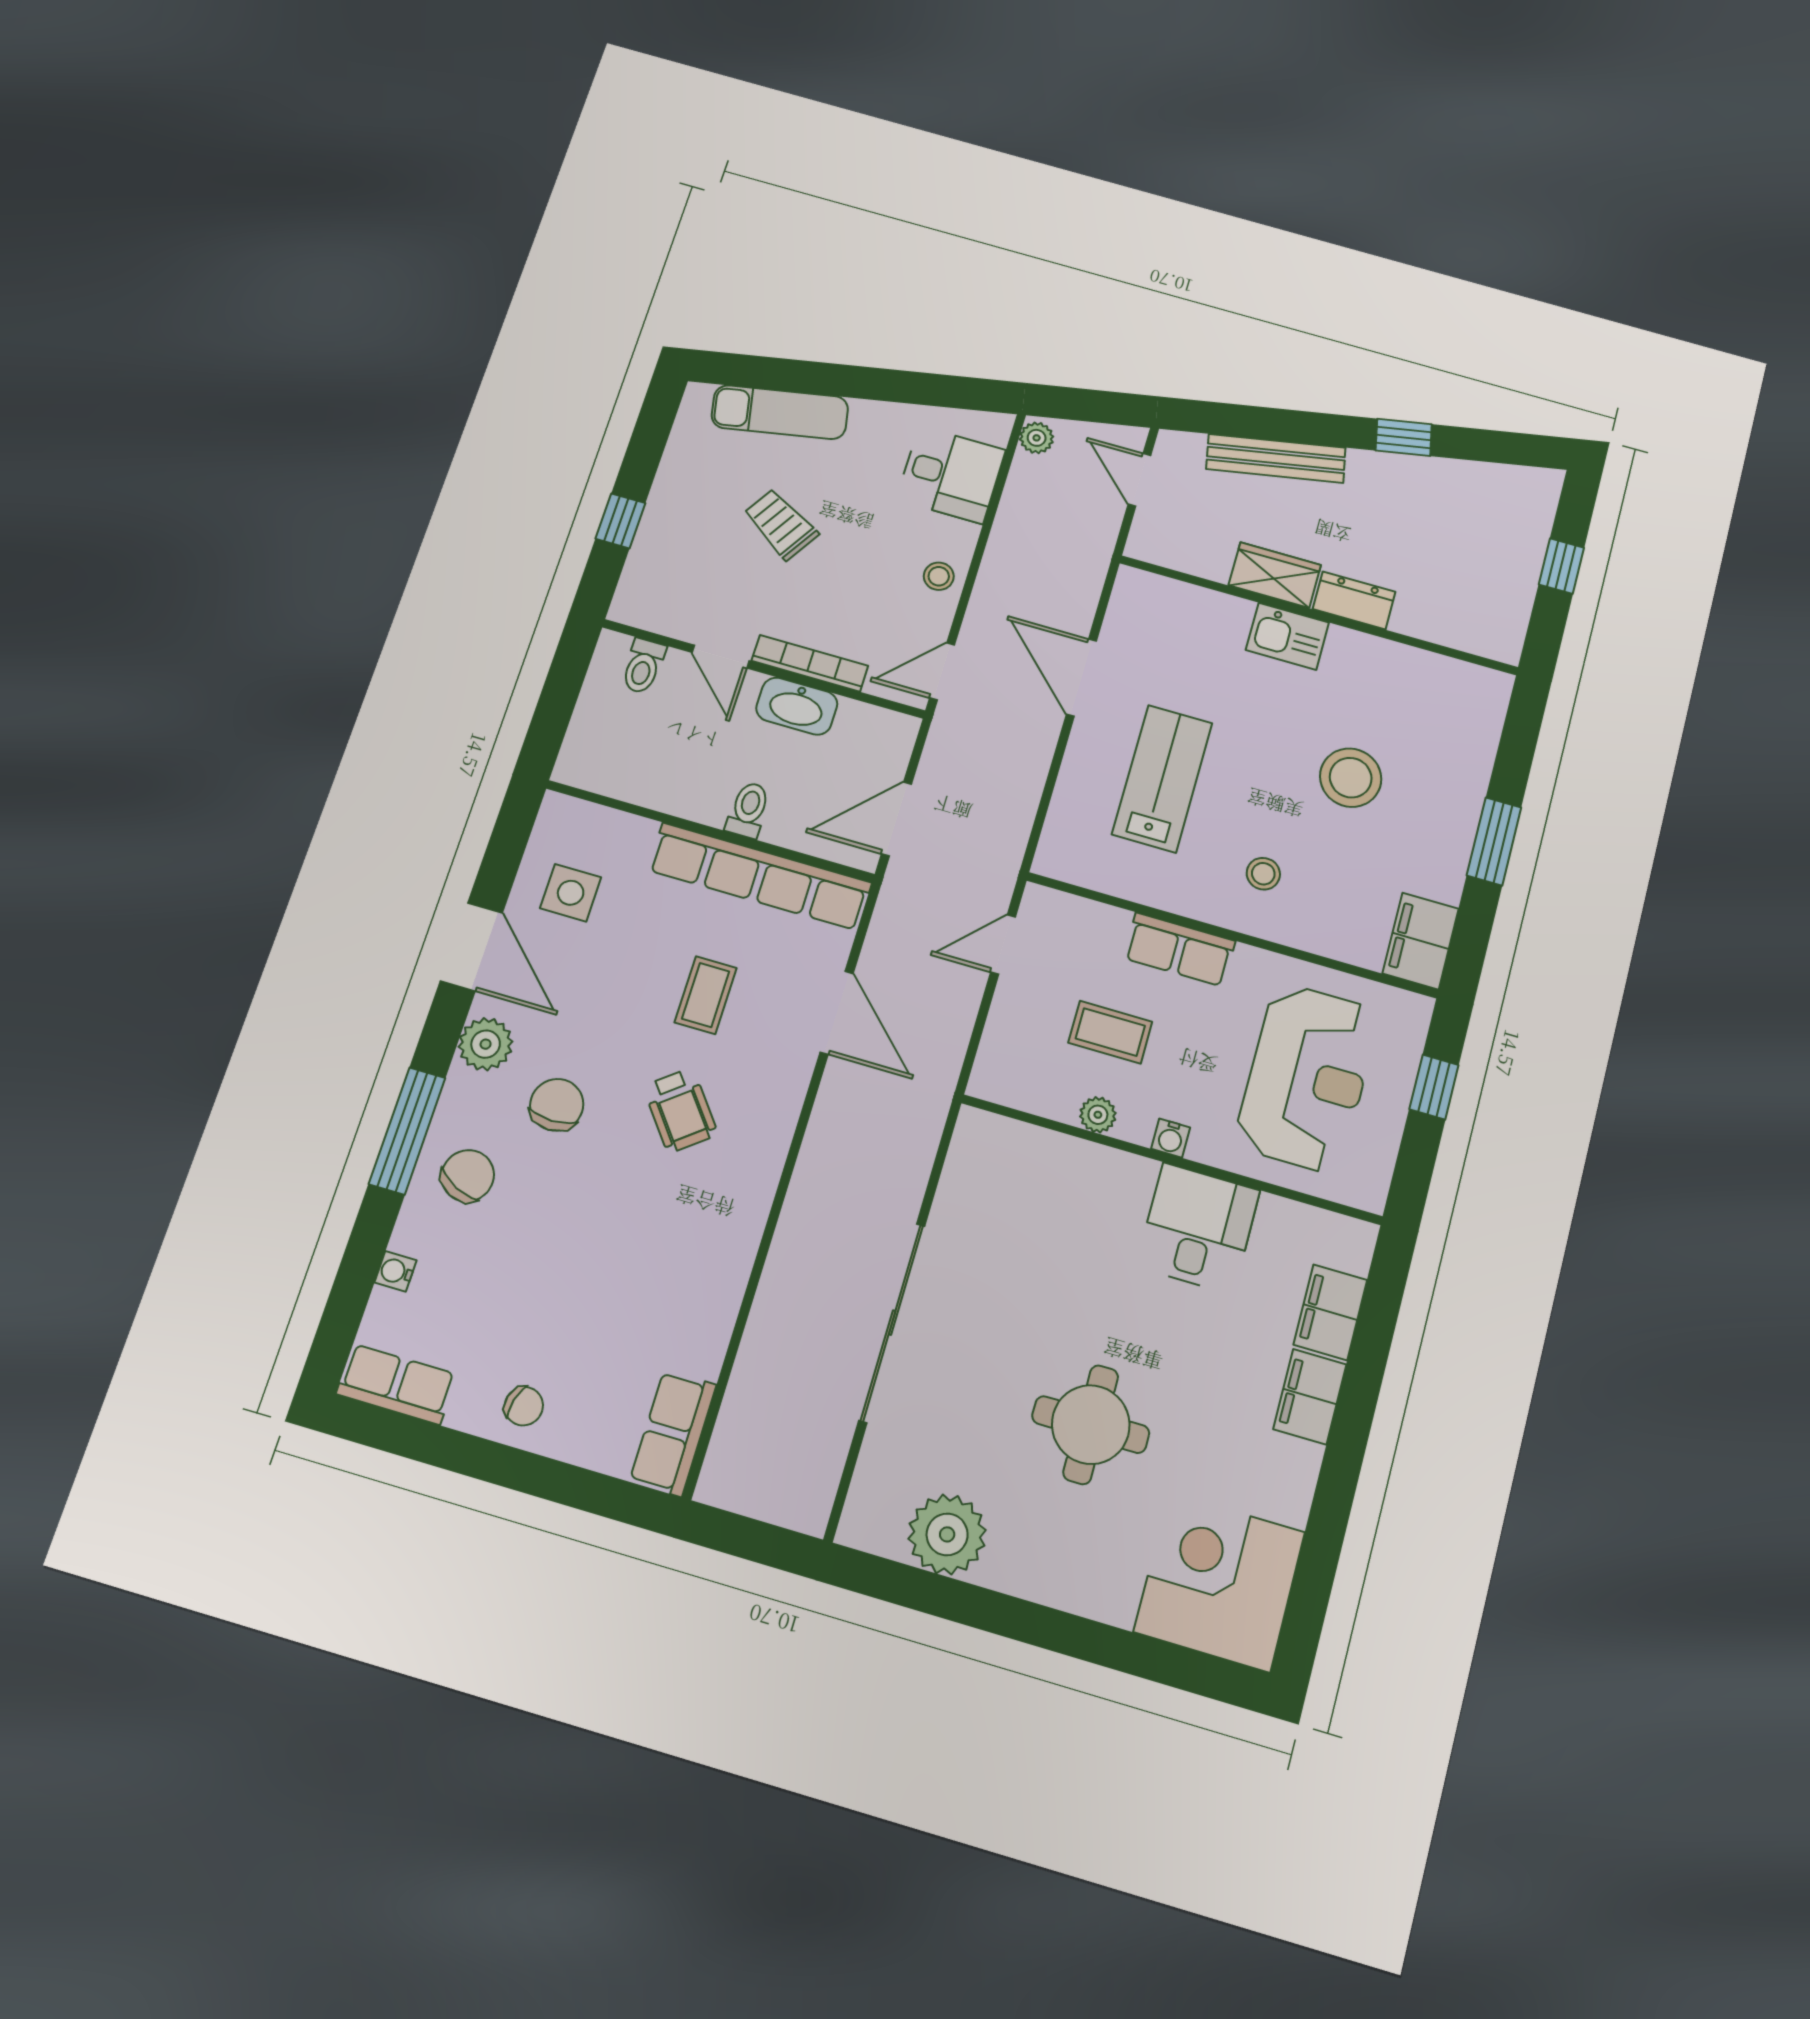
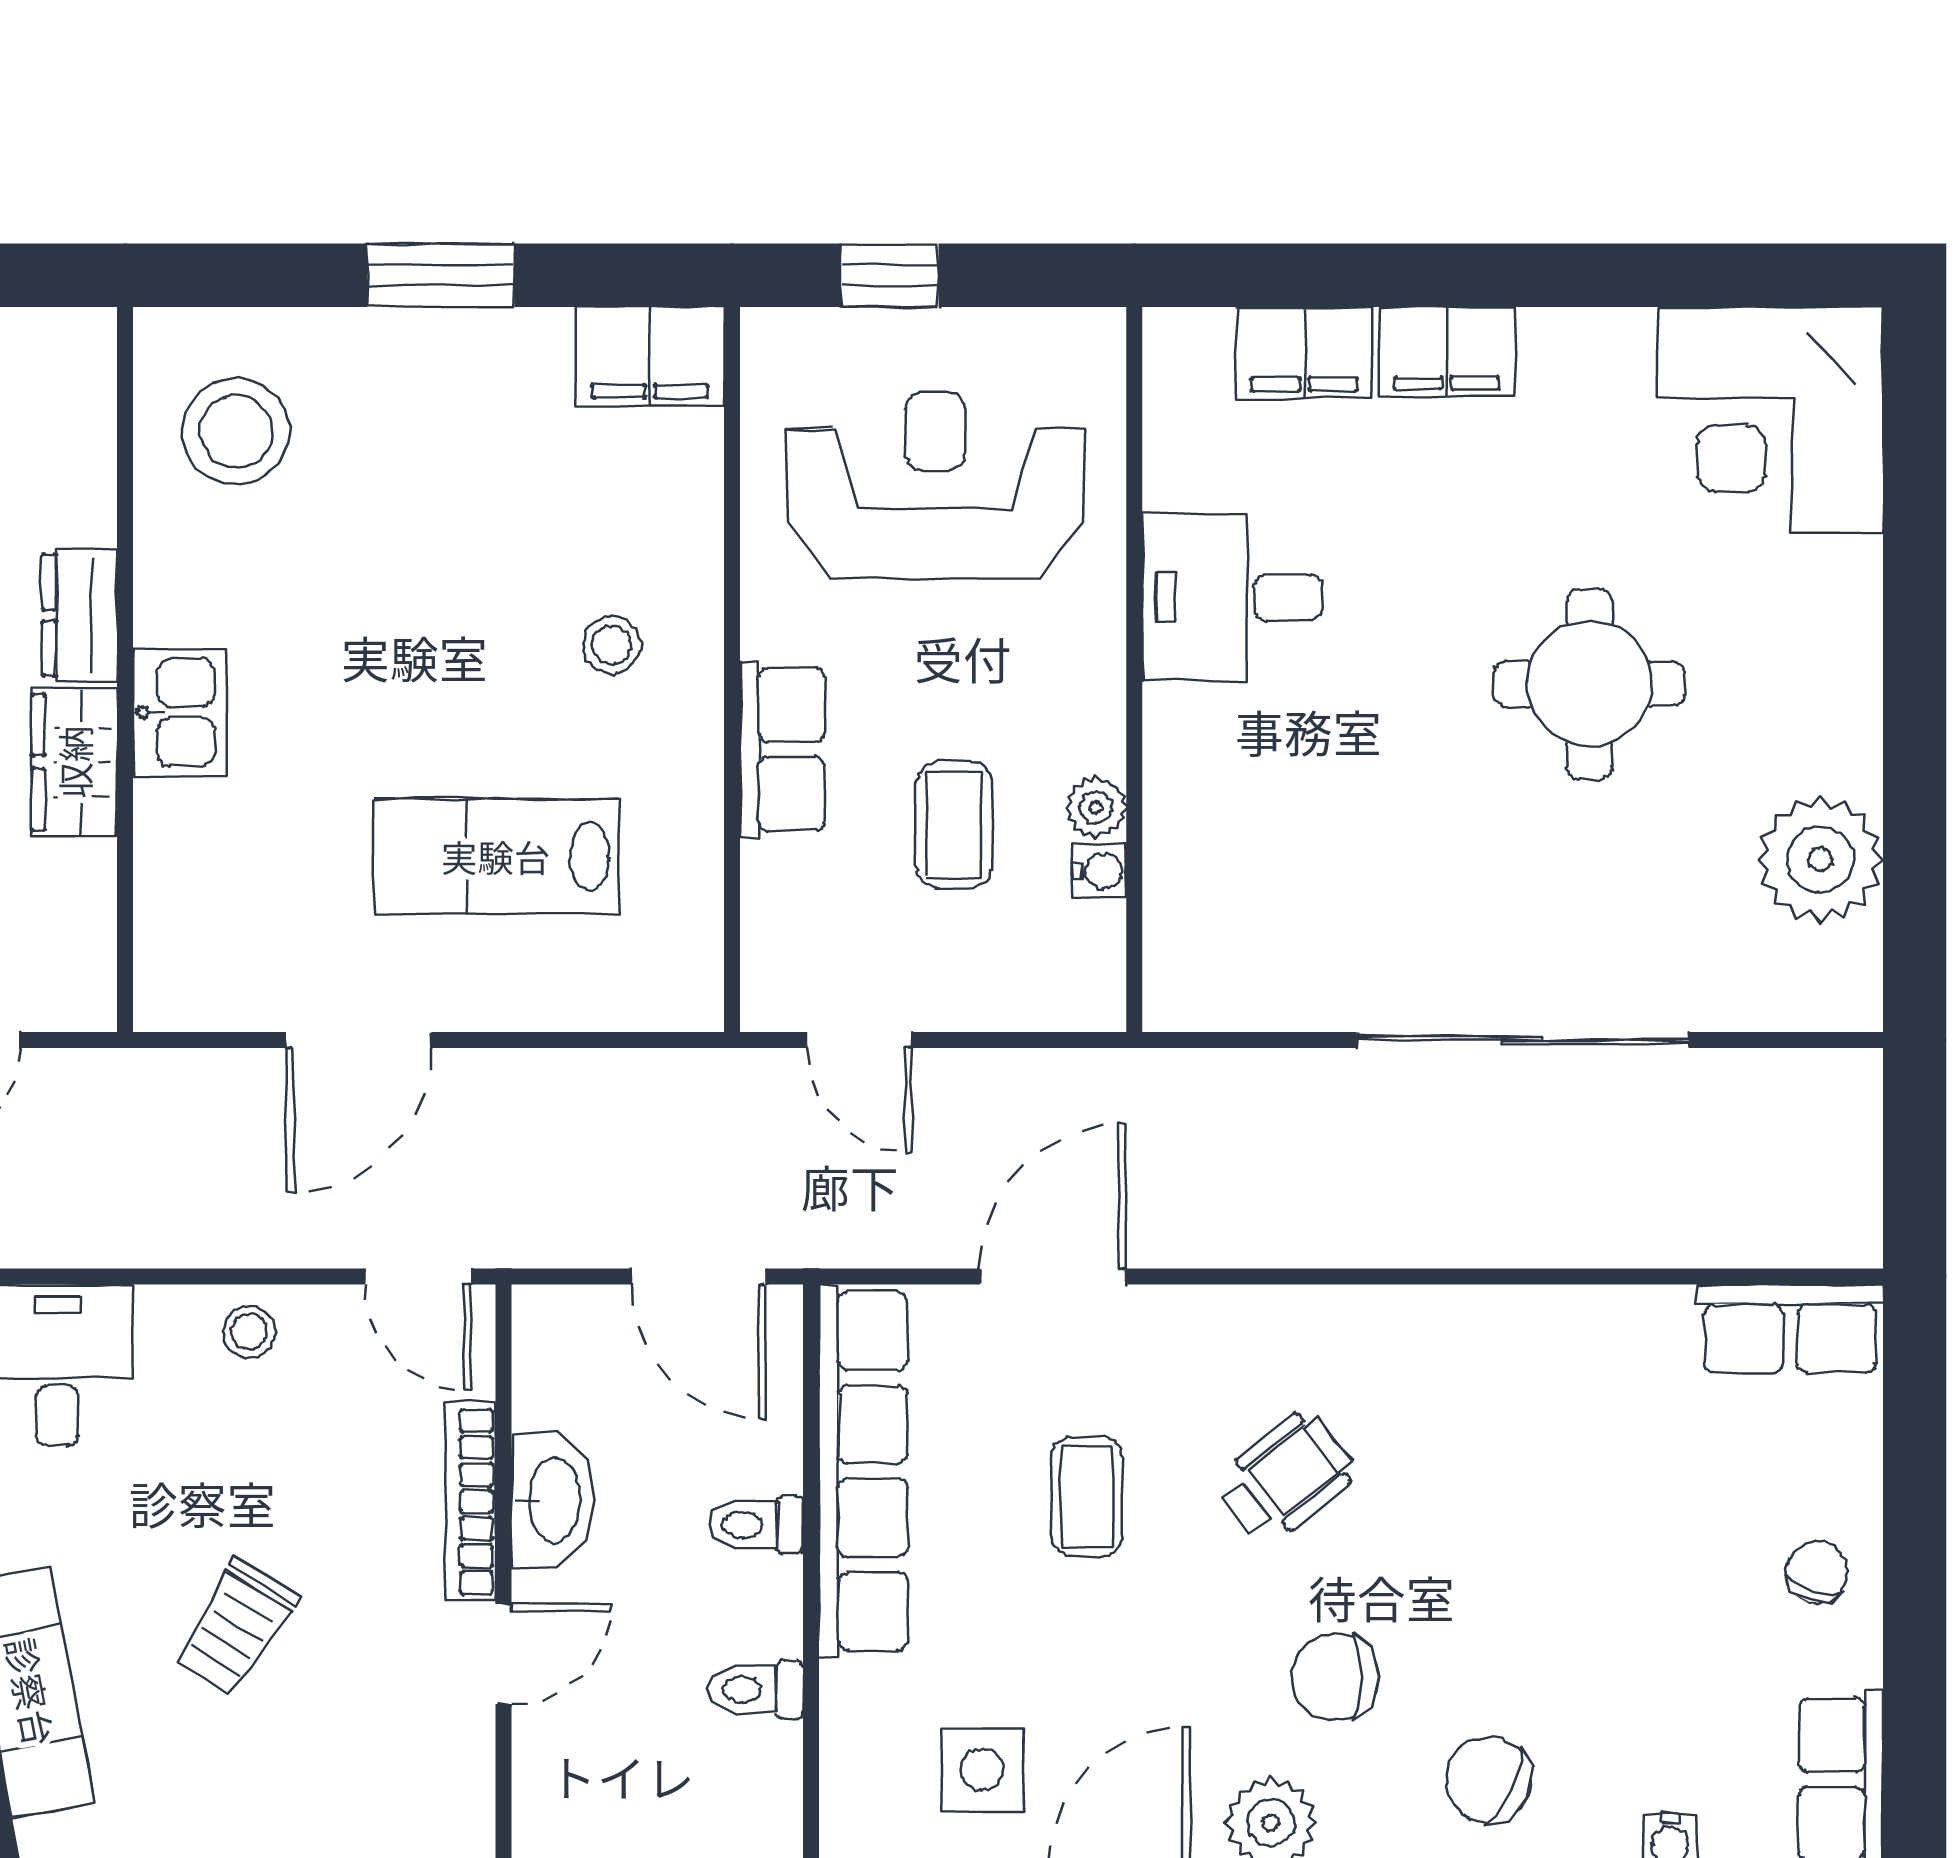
toilet: (643, 666) -> (755, 1690), moved, turned 180
stool: (1351, 778) -> (236, 431), moved
coffee table: (706, 995) -> (1087, 1497), turned 90
water cooler: (1171, 1138) -> (1099, 871), moved

